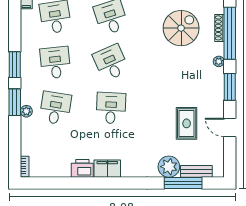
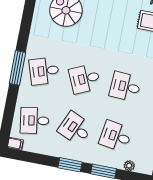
desk: (55, 63) -> (75, 128), turned 30
plant: (26, 111) -> (129, 166), moved

